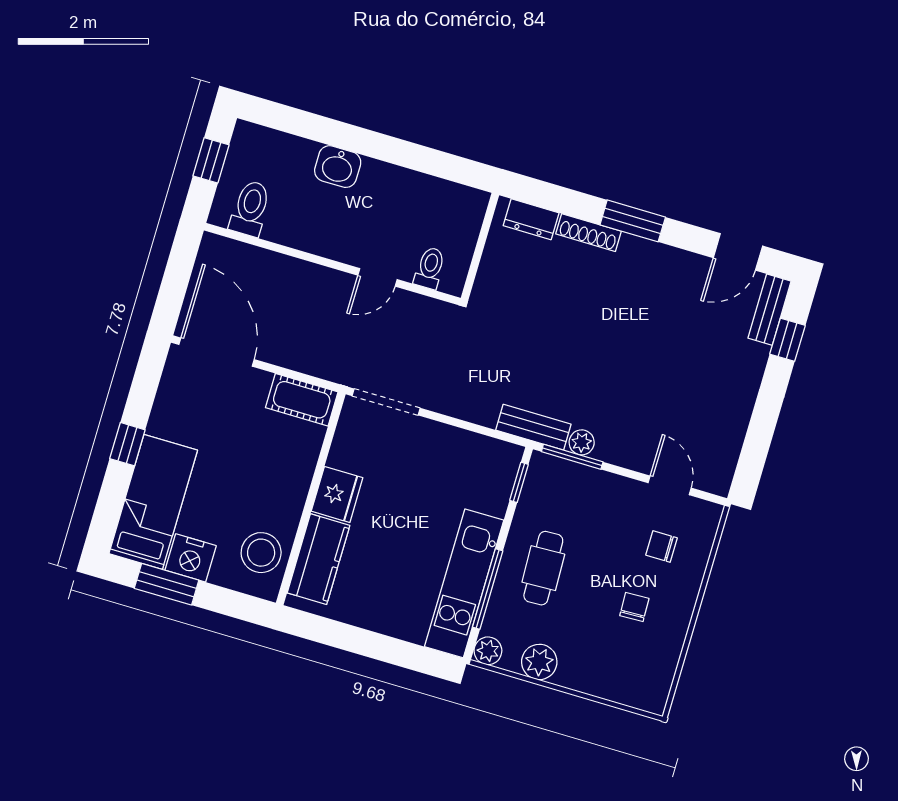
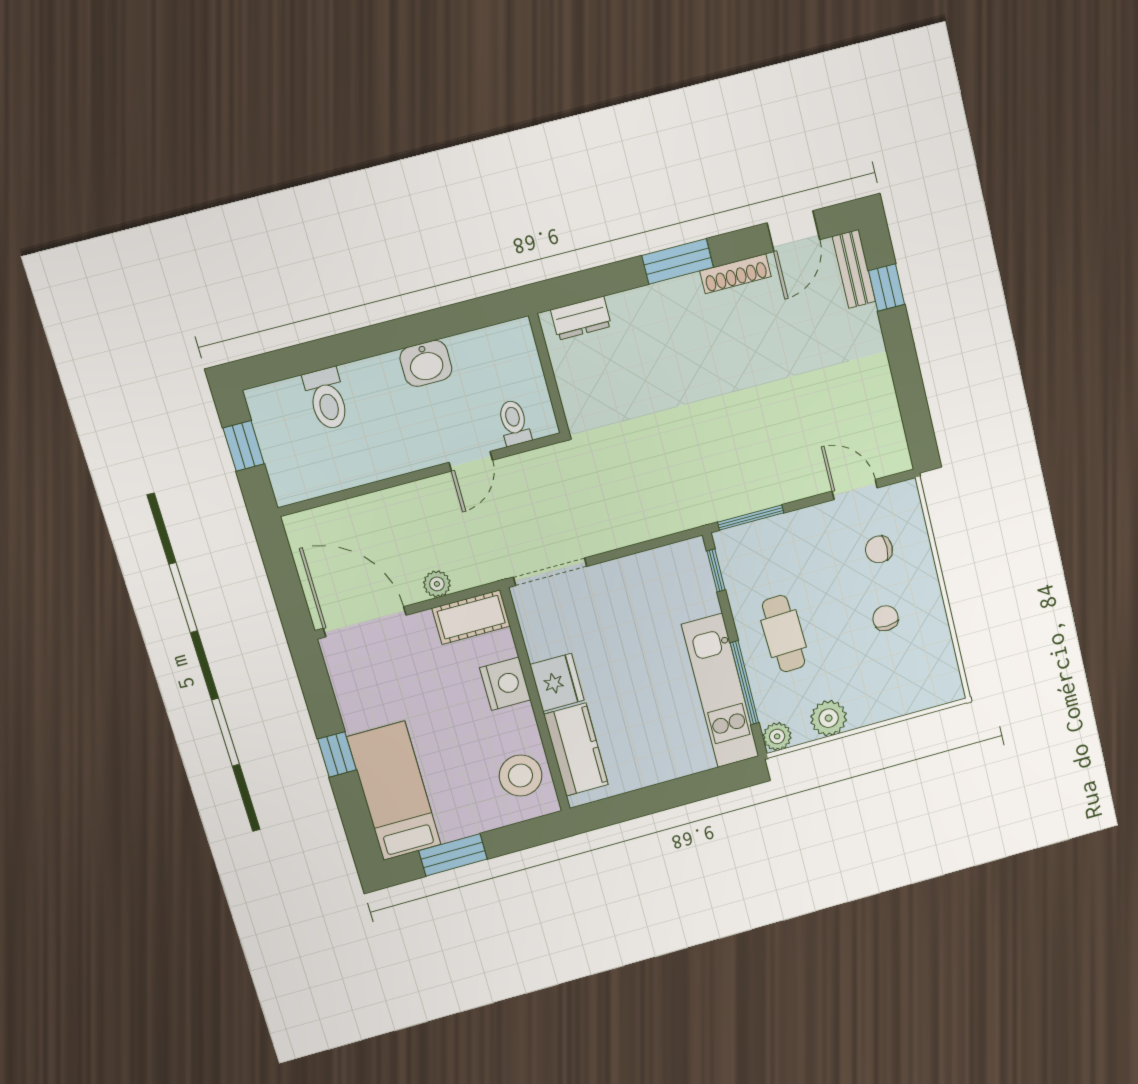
washbasin: (338, 167) -> (426, 363), moved
toilet: (250, 208) -> (327, 399), moved, turned 180
shoe rack: (588, 233) -> (735, 274), moved
bench: (533, 427) -> (699, 512), removed
plant: (582, 442) -> (437, 584), moved
nightstand: (191, 558) -> (505, 684), moved, turned -90

